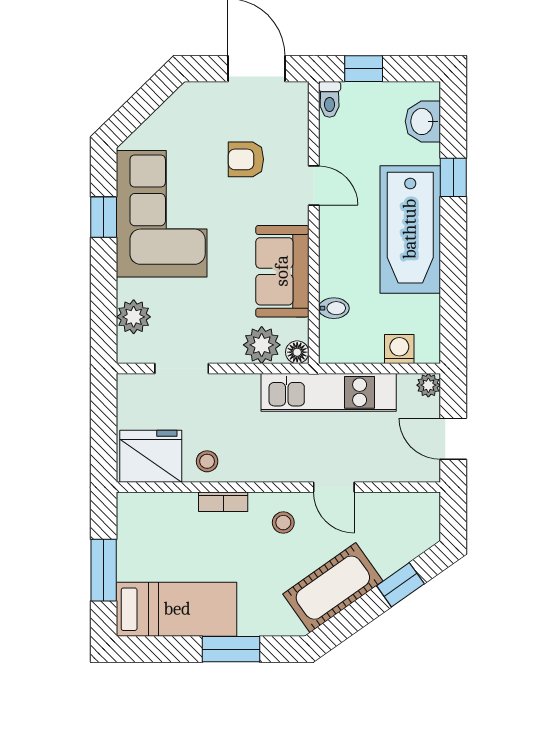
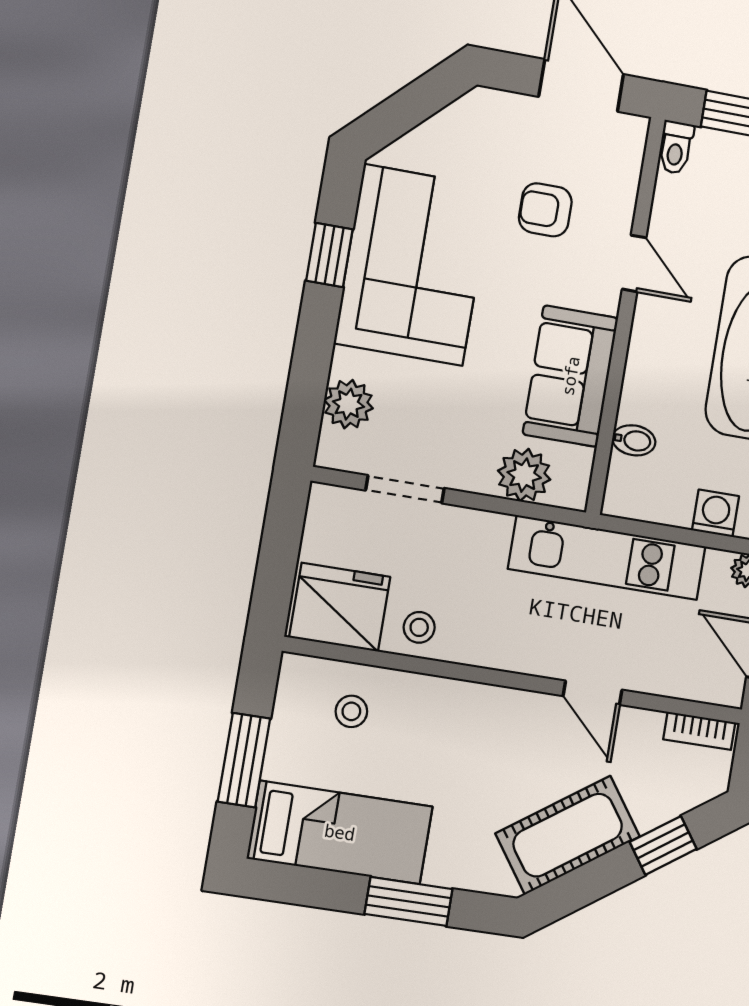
floor lamp: (297, 352) -> (572, 494), removed
bookcase: (223, 502) -> (699, 731), moved
stool: (283, 523) -> (351, 711), moved

